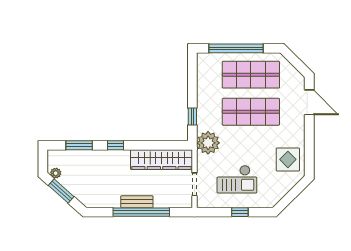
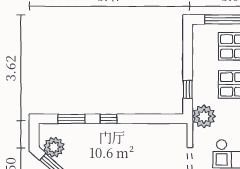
wardrobe: (162, 160) -> (156, 134), removed
plant: (56, 173) -> (54, 147), width x1.88, depth x1.88

